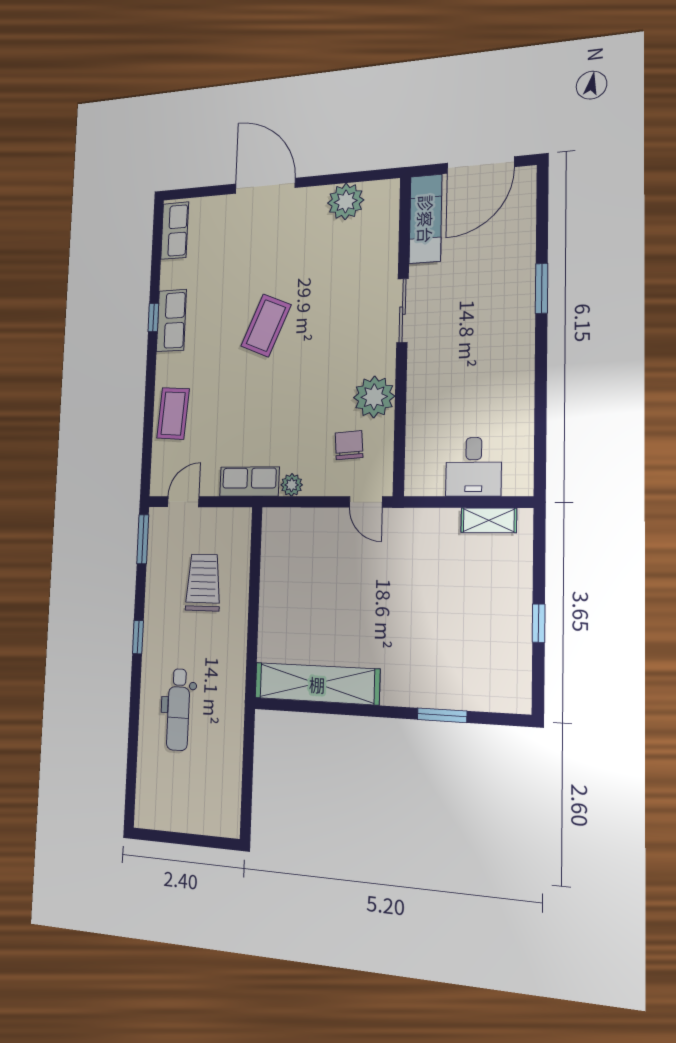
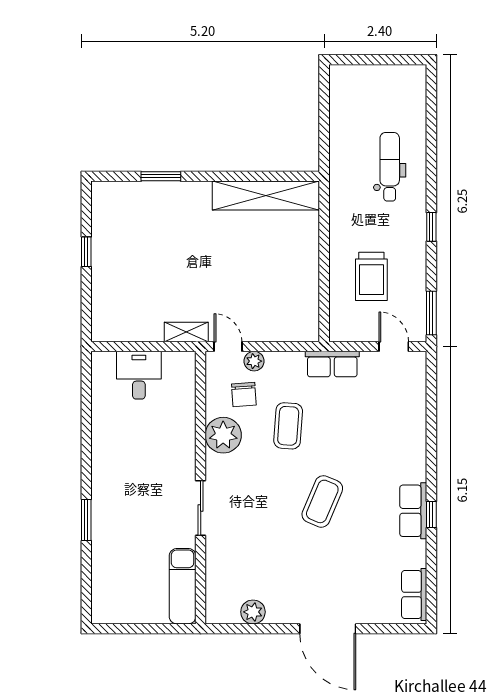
door: (480, 165) -> (137, 629), removed
plant: (346, 202) -> (253, 612), width x0.73, depth x0.73
coffee table: (173, 414) -> (288, 426), moved
plant: (292, 485) -> (254, 361), moved
door: (183, 502) -> (394, 347), swing flipped
shelving: (489, 520) -> (186, 332), moved

